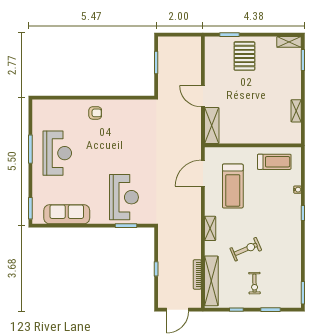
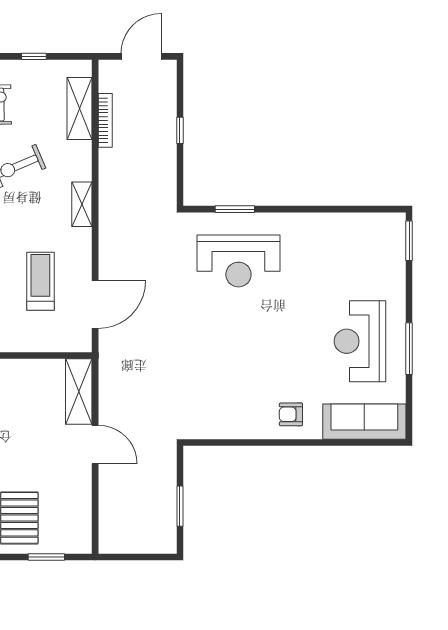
treadmill: (233, 186) -> (40, 281), width x0.73, depth x0.73
reception desk: (124, 197) -> (238, 261), turned -90
sofa: (67, 214) -> (364, 422), moved, turned 180
shelving: (211, 281) -> (79, 109), width x0.68

